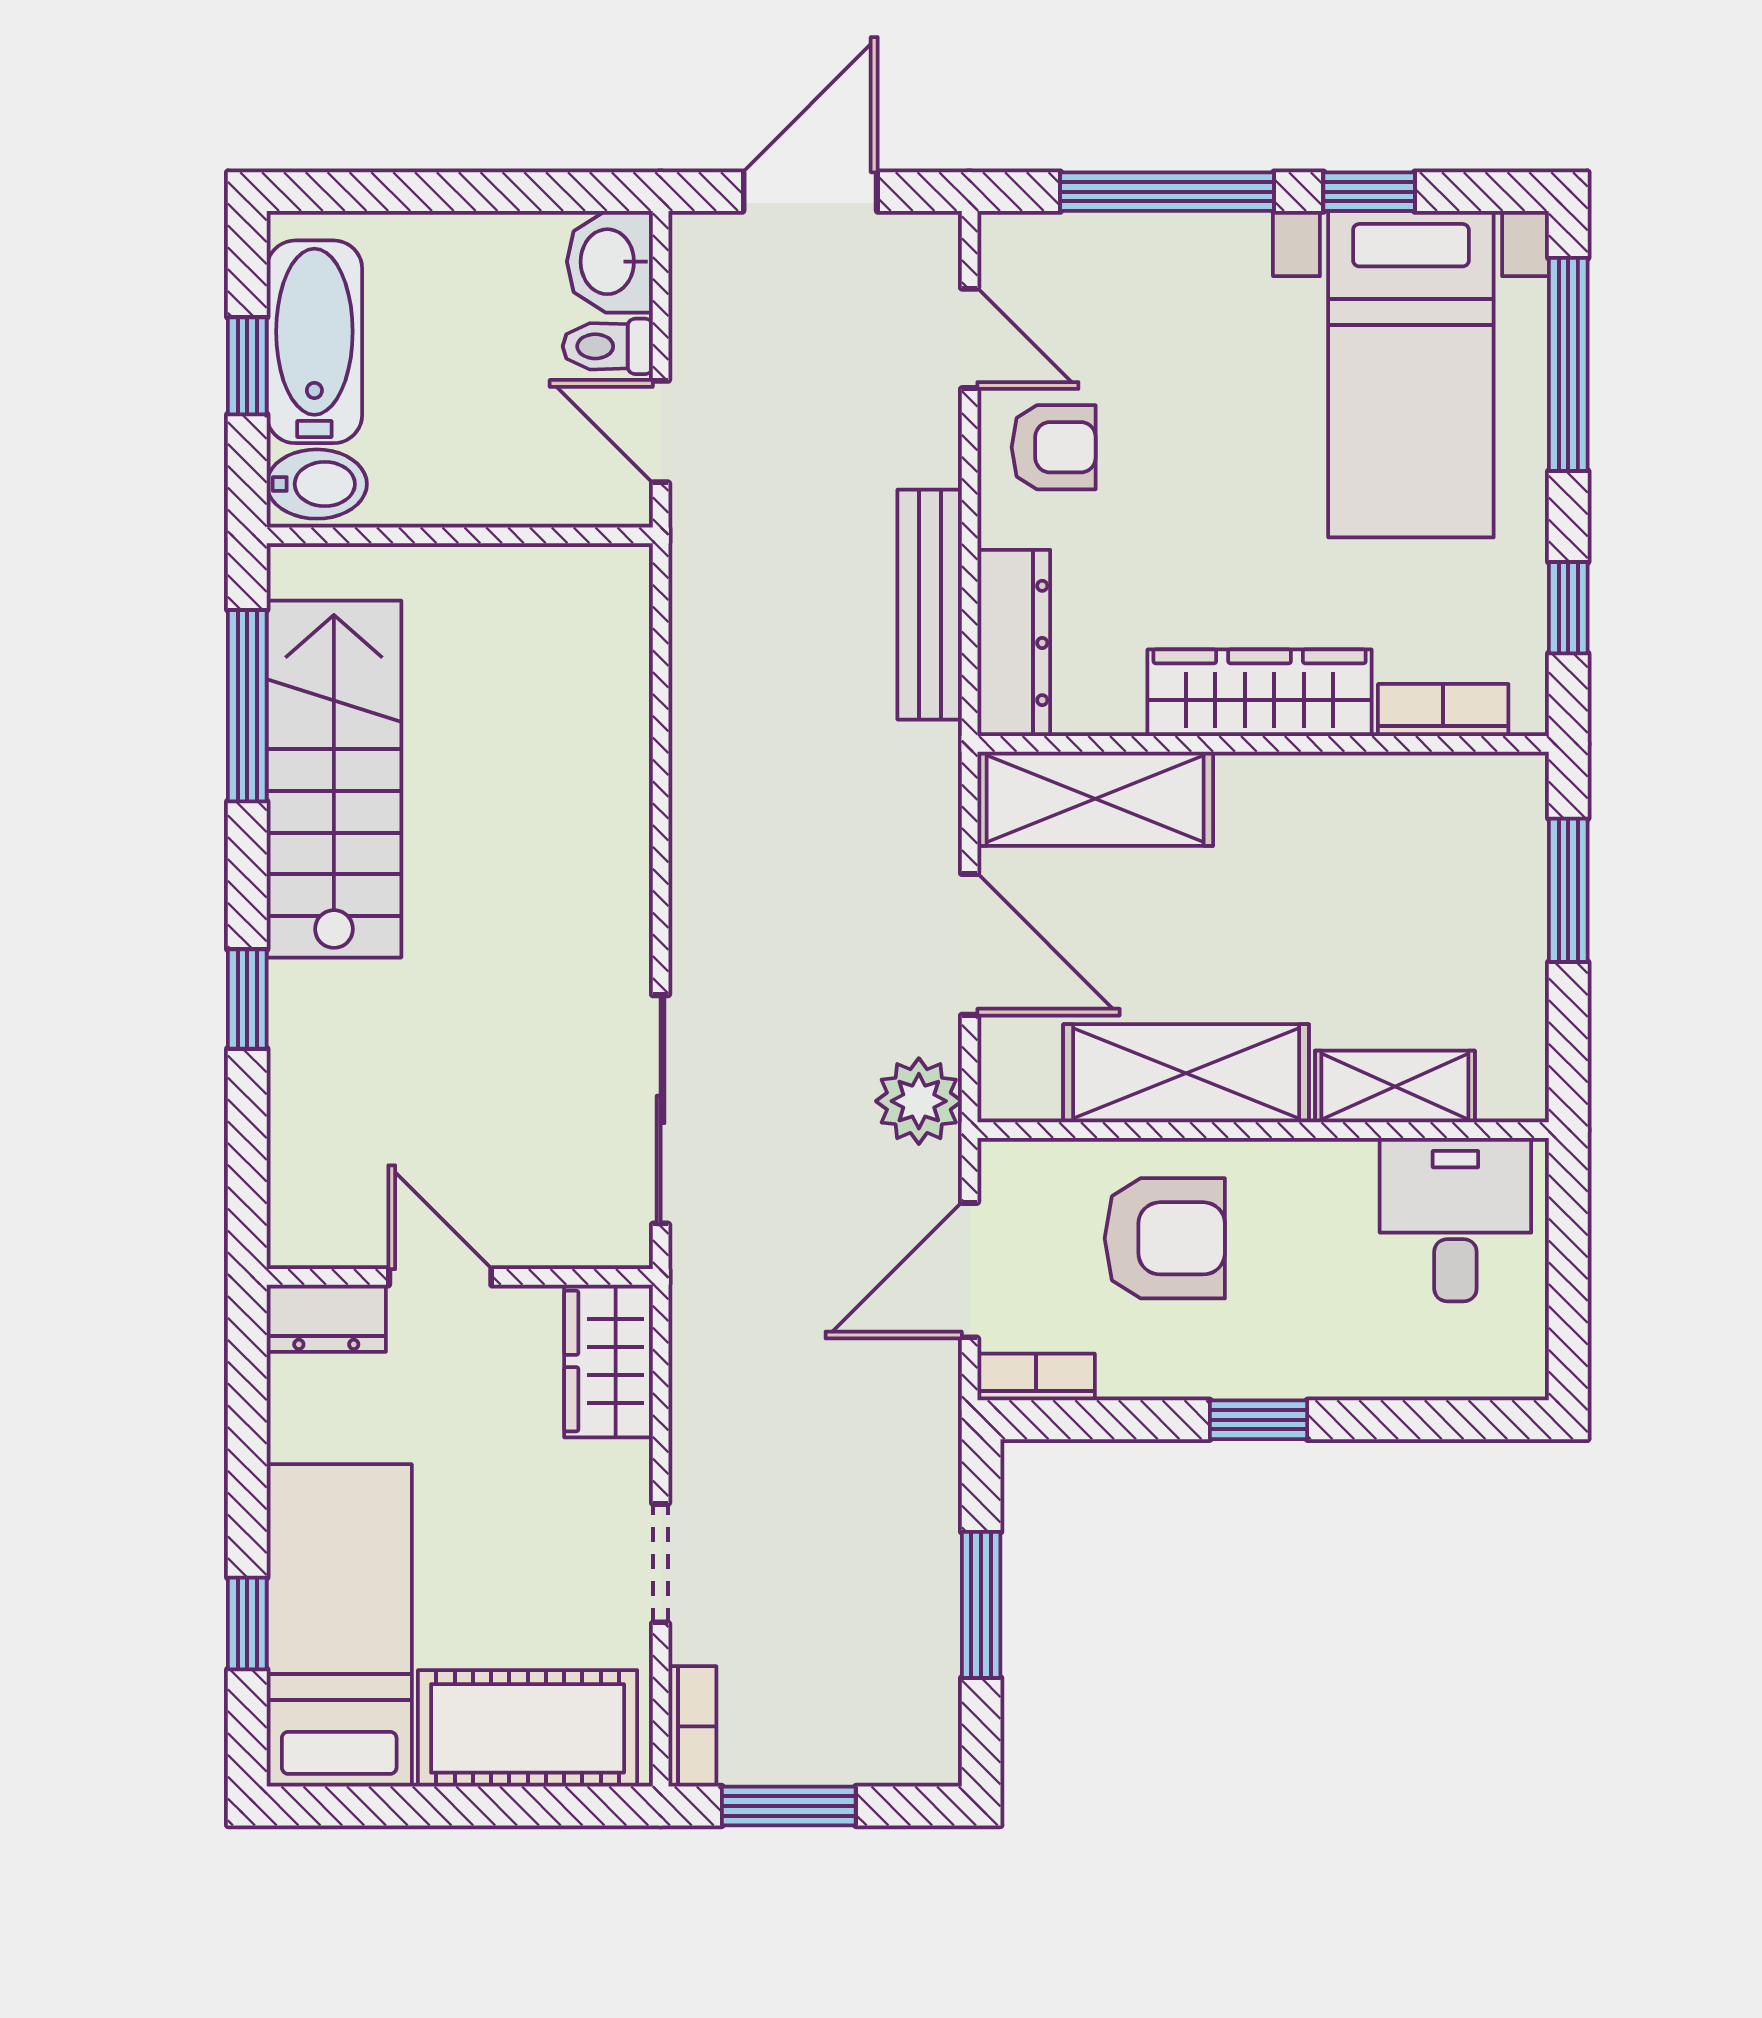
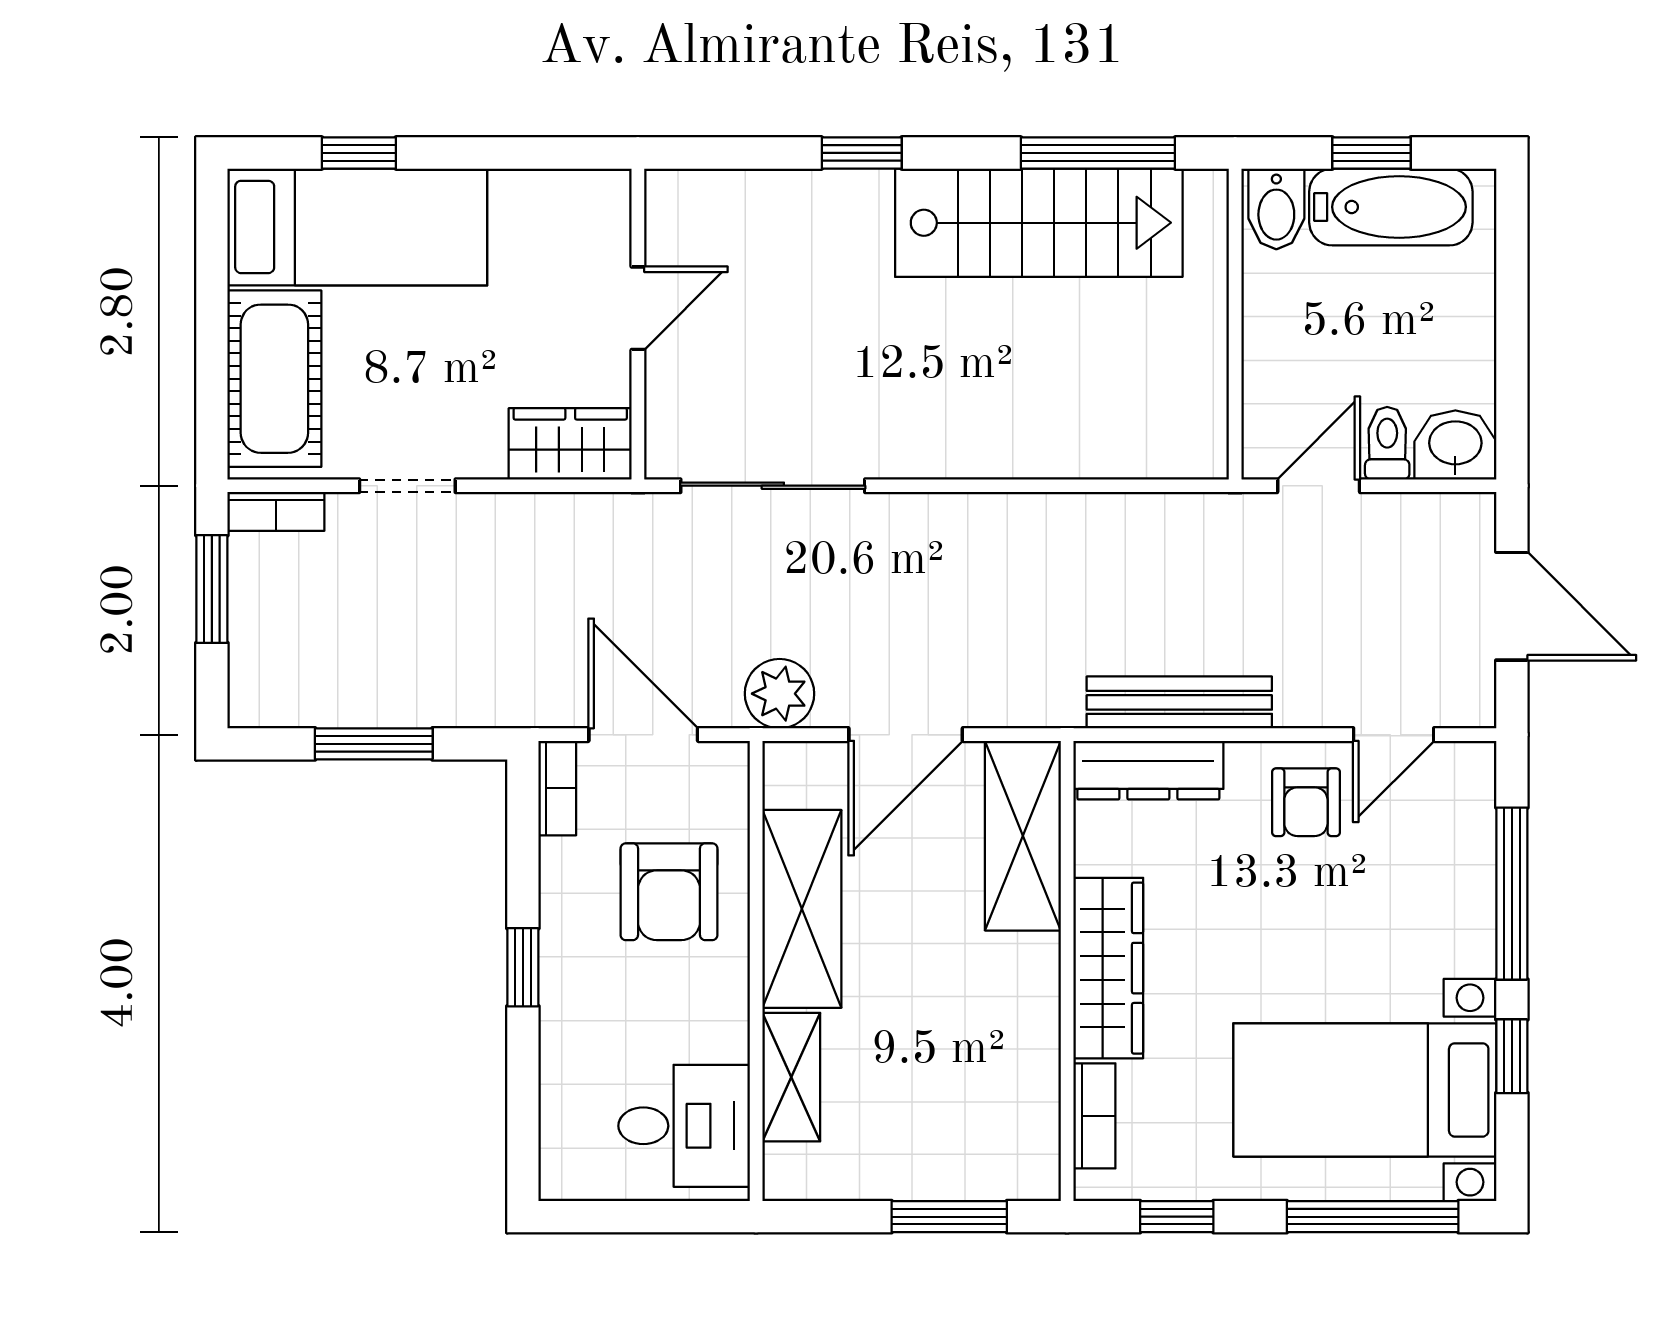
dresser: (326, 1318) -> (605, 217), removed

